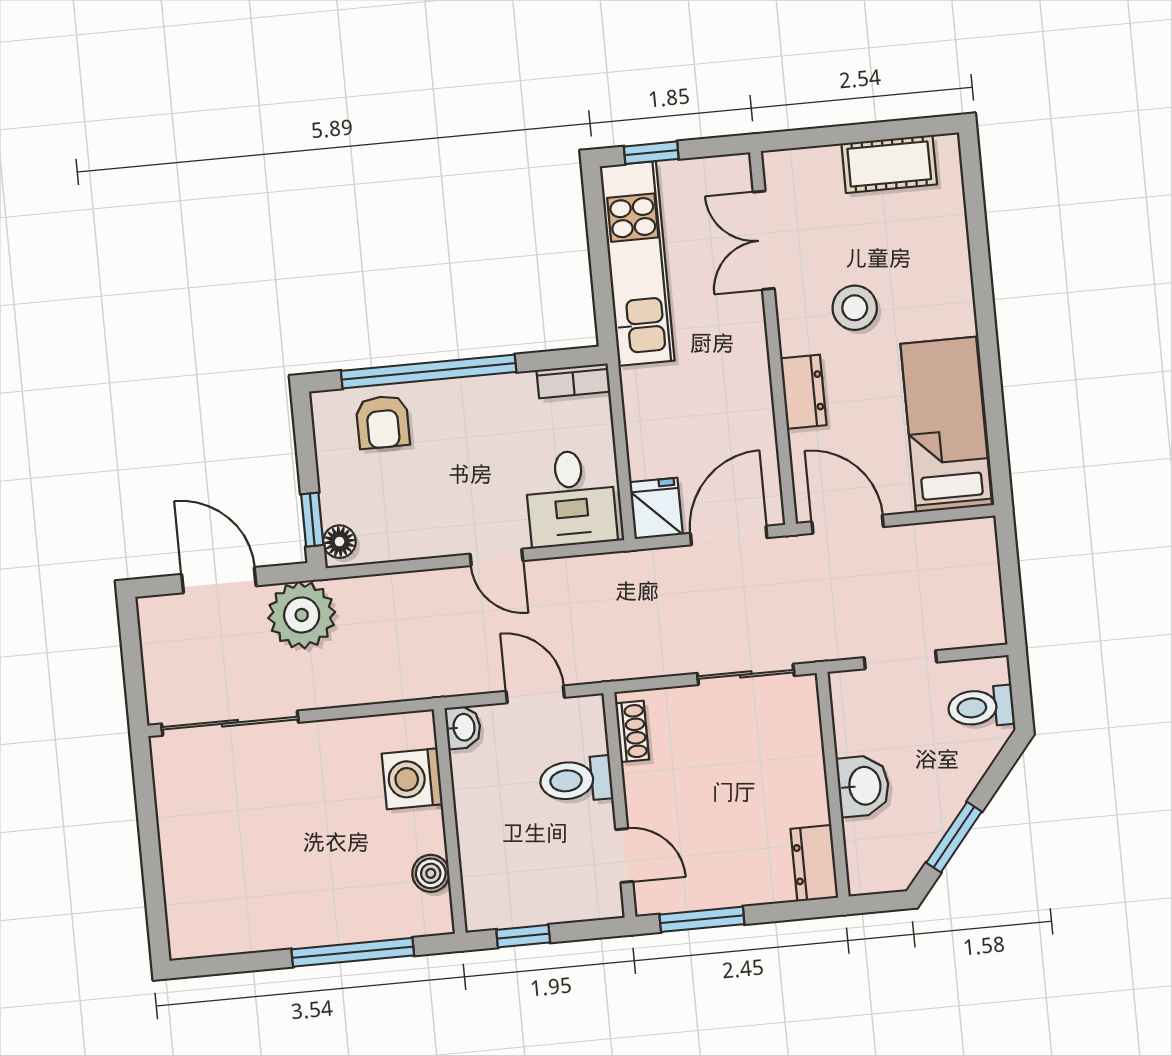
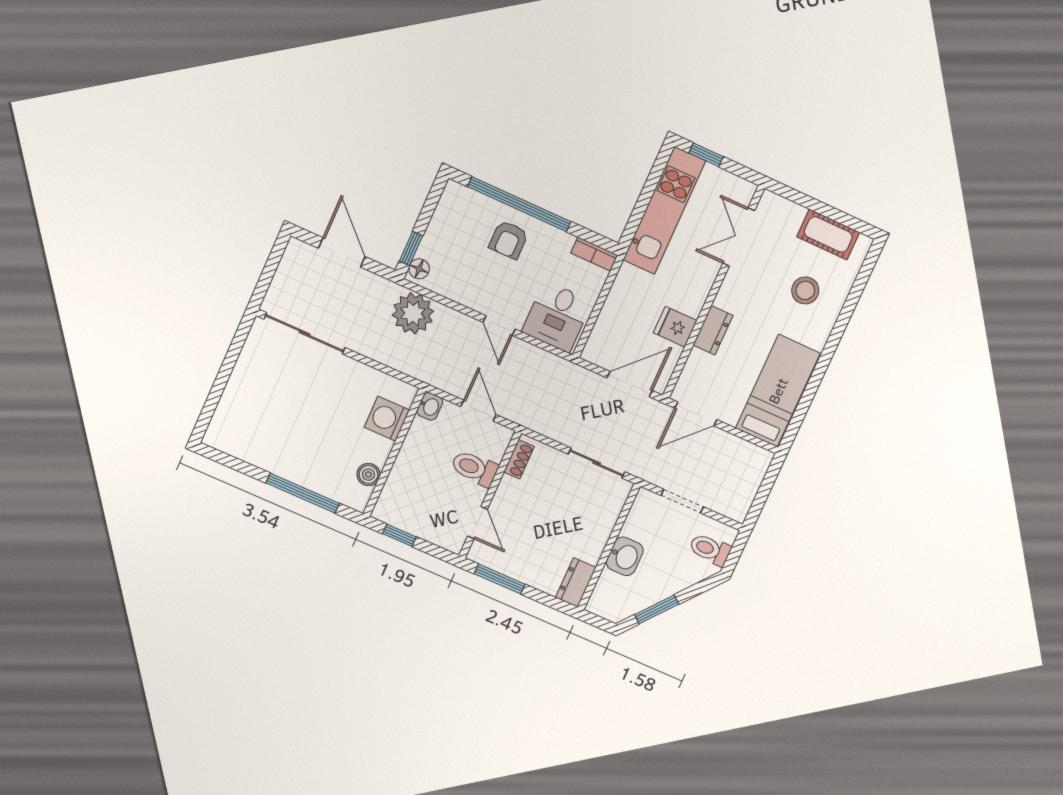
stool: (855, 308) -> (805, 290), moved
armchair: (383, 422) -> (509, 240), moved
fridge: (656, 508) -> (675, 327), moved, turned -90
door: (848, 524) -> (696, 414), swing flipped
plant: (302, 615) -> (413, 313), moved

